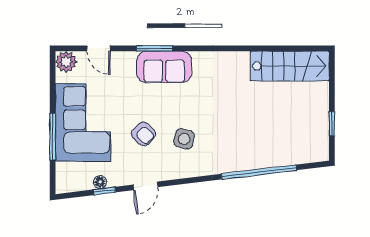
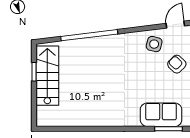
stairs: (290, 66) -> (47, 76), moved, turned 90
side table: (184, 139) -> (154, 44), moved

